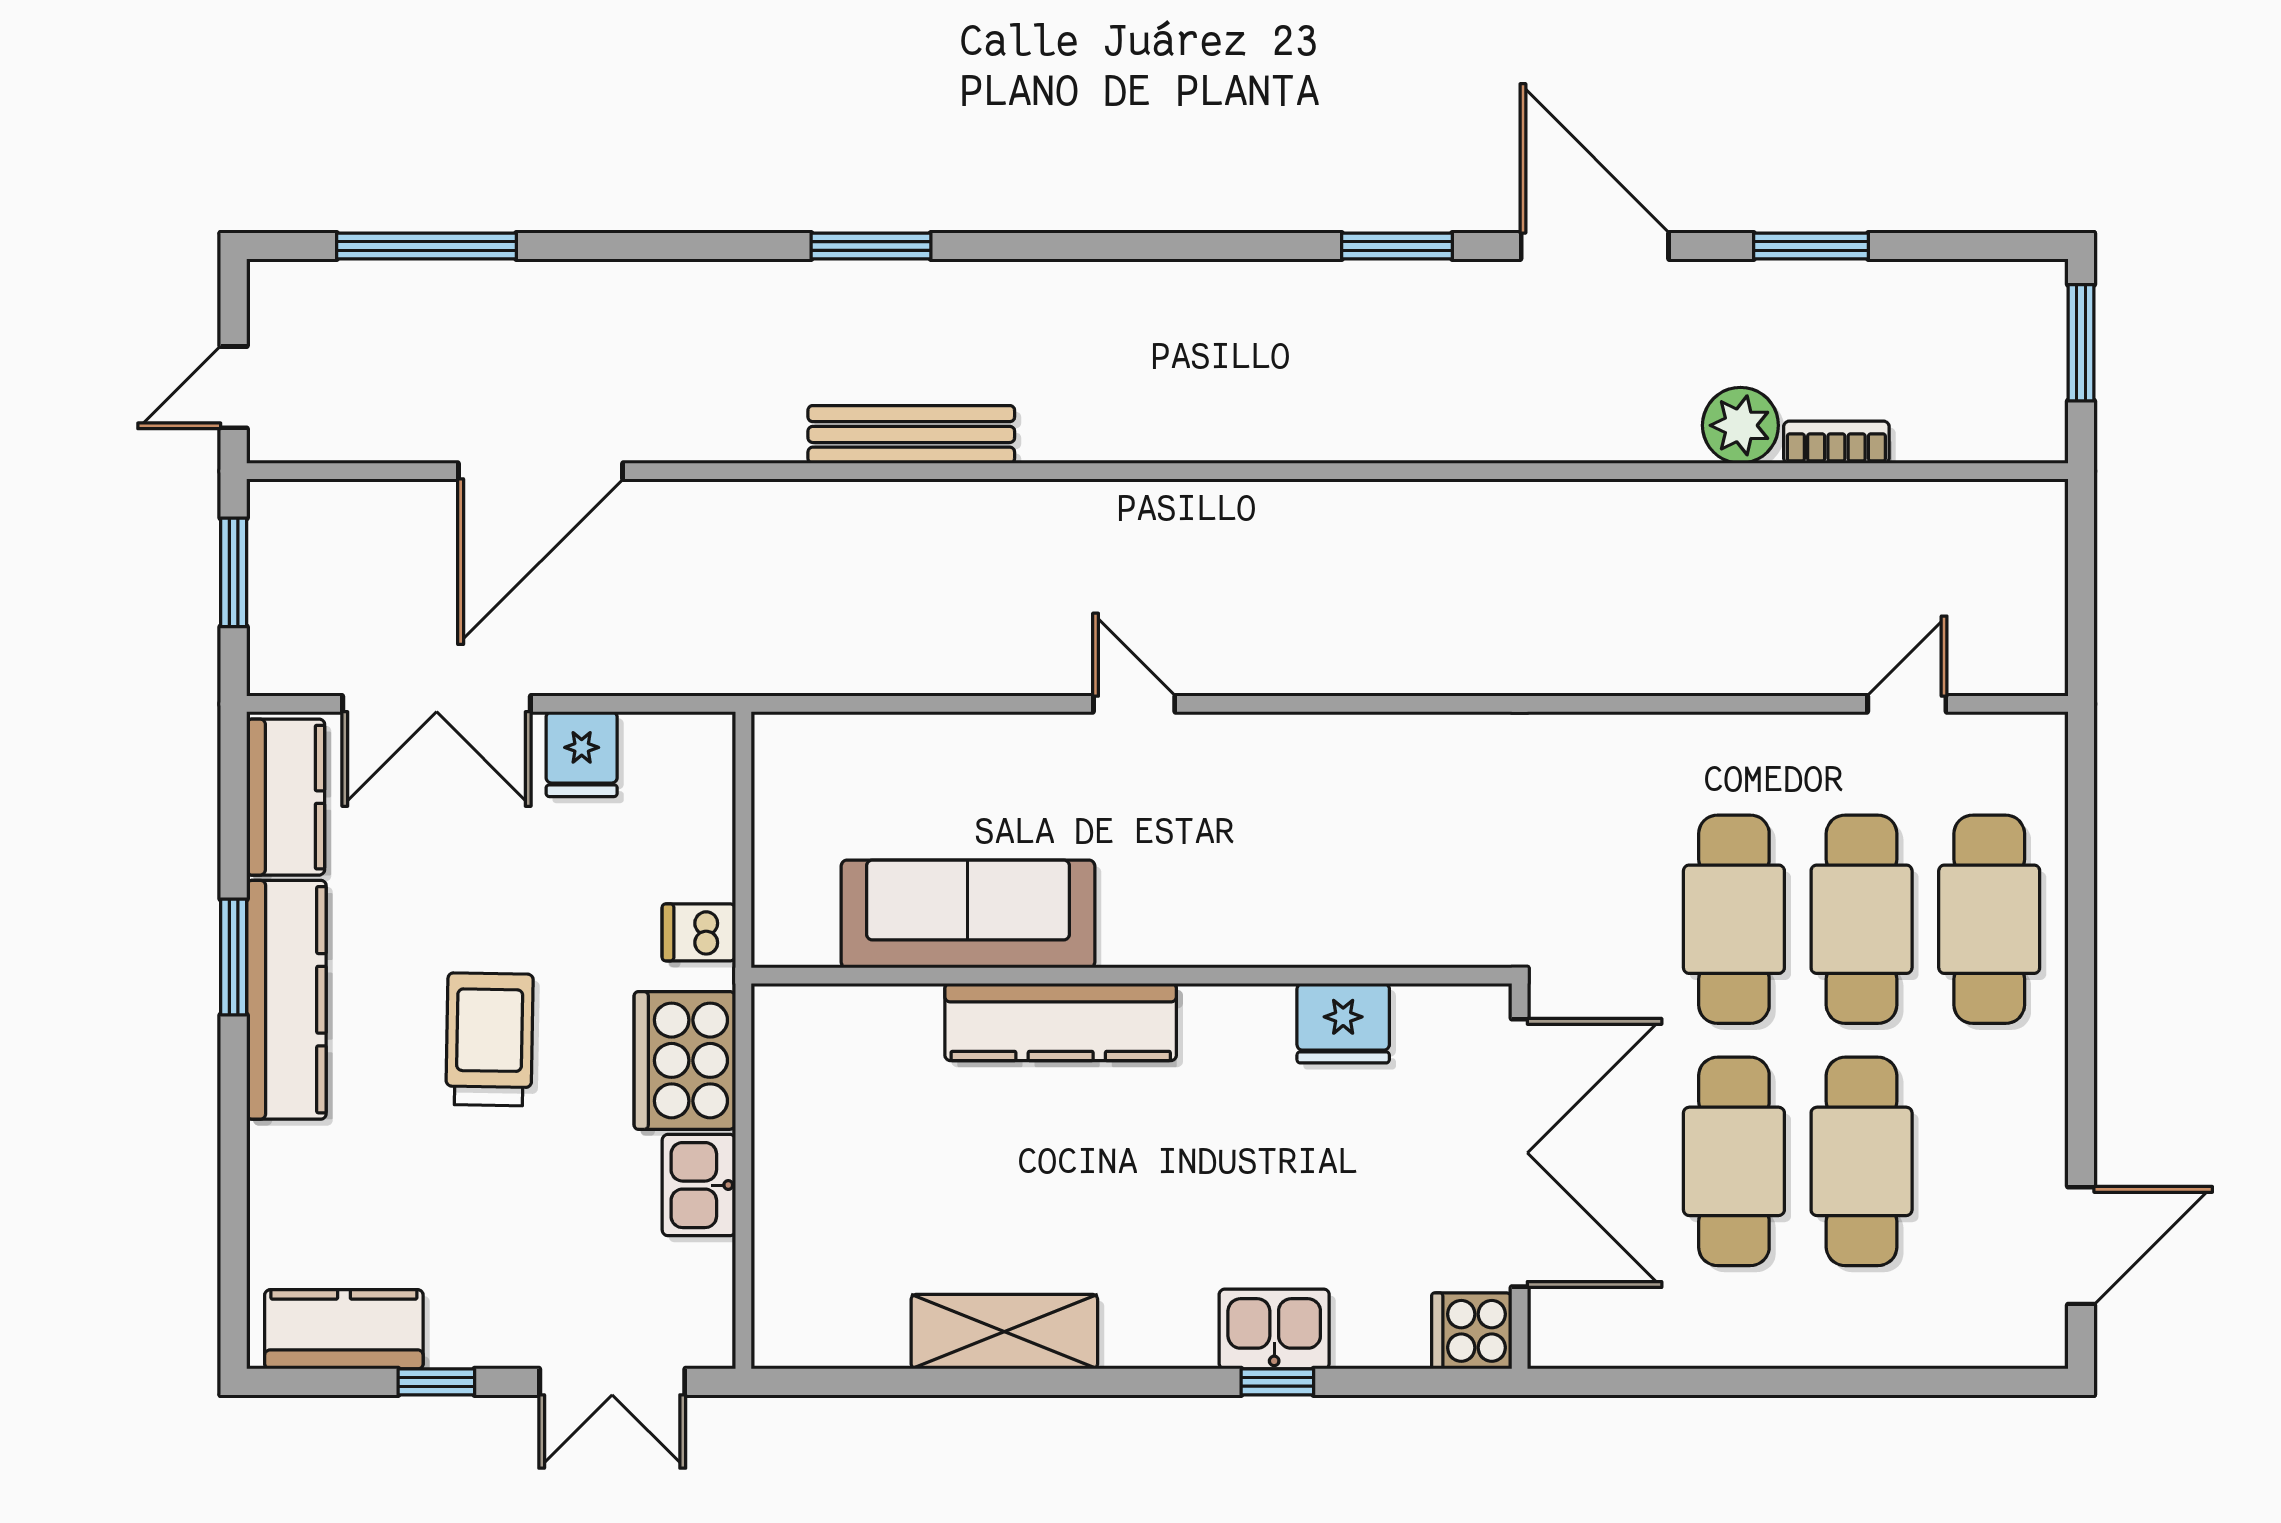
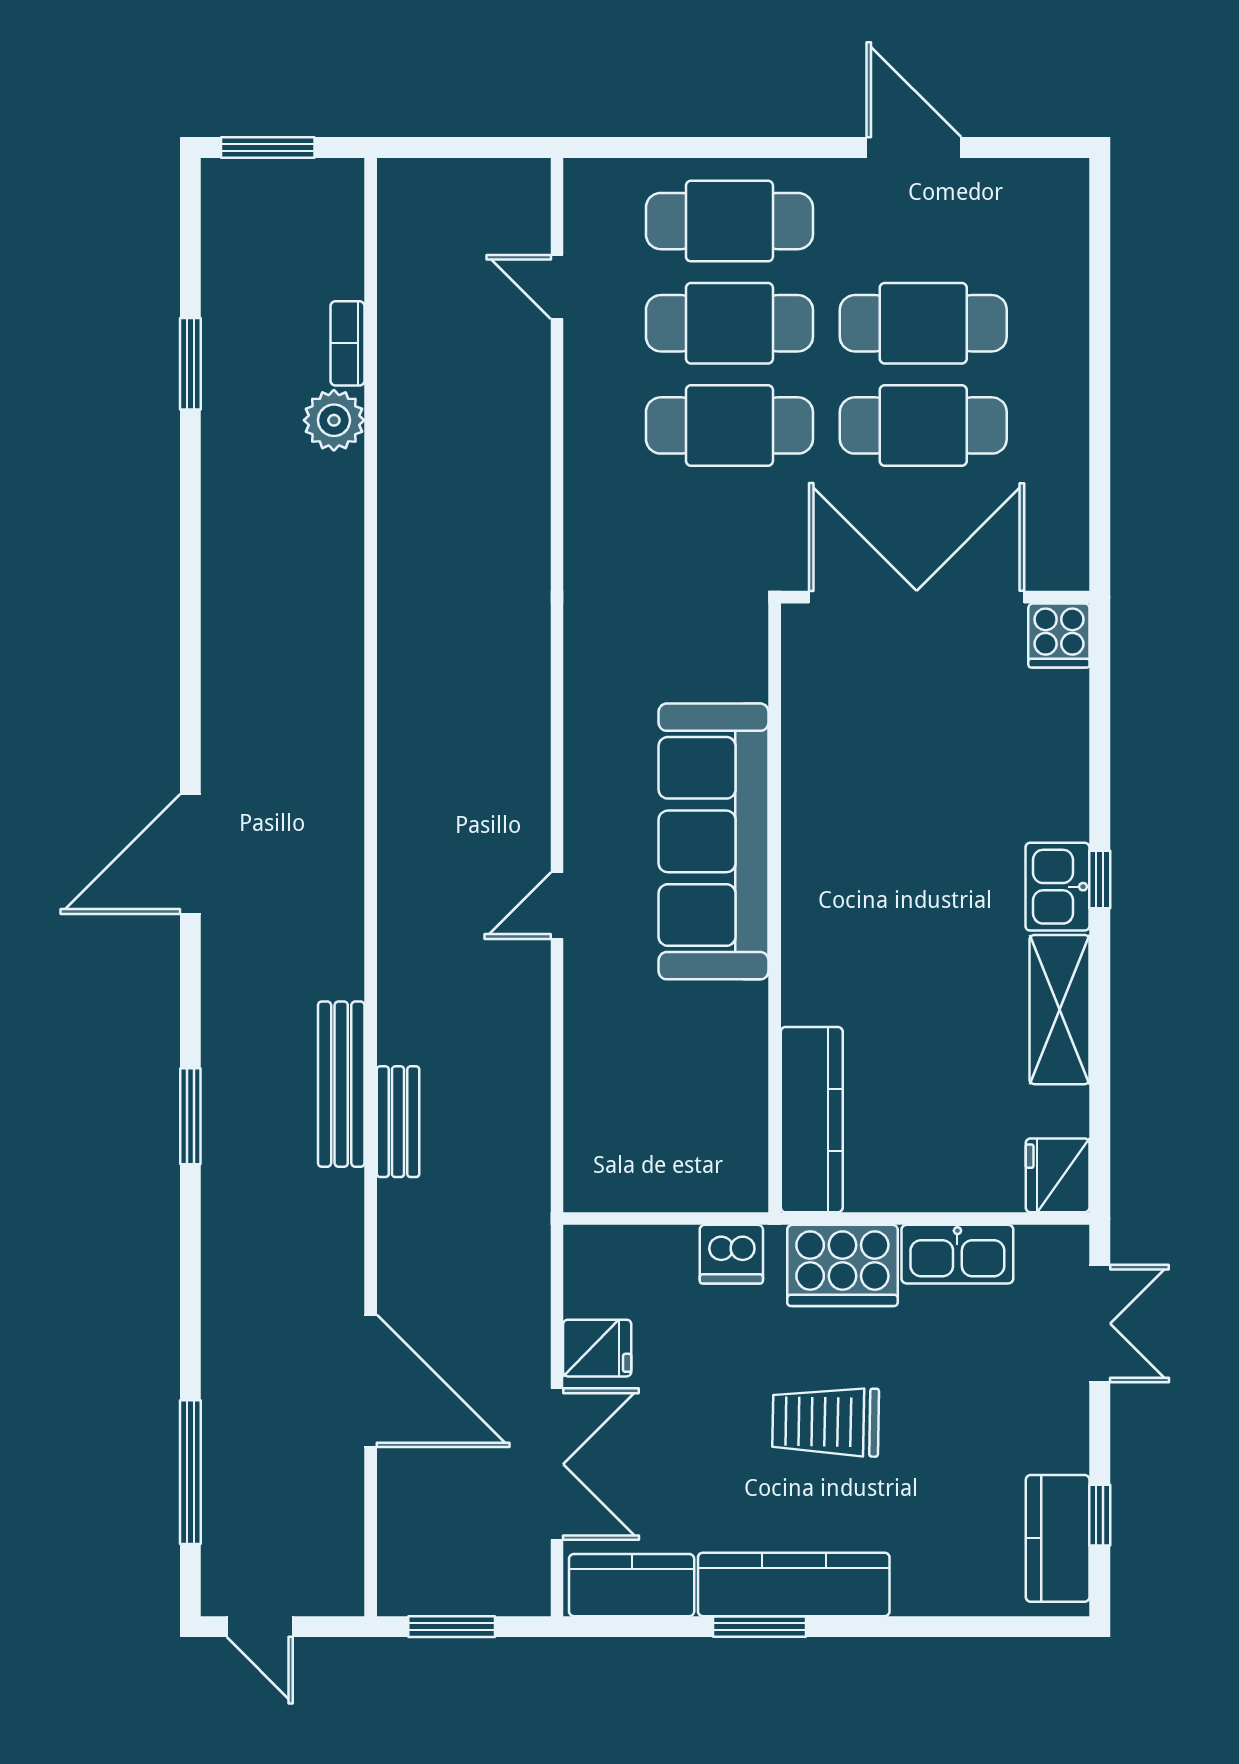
window: (1397, 246) -> (190, 695), removed
door: (1595, 246) -> (190, 854), moved
door: (234, 387) -> (260, 1627), moved
bench: (864, 505) -> (398, 1122), added
sofa: (968, 914) -> (714, 841), moved, width x1.36, depth x1.27
dishwasher: (699, 932) -> (731, 1254), width x1.38
kitchen counter: (1061, 1022) -> (812, 1120), moved
fridge: (1343, 1023) -> (1058, 1175), moved, turned 180
kitchen sink: (699, 1185) -> (957, 1254), width x1.38
door: (2081, 1246) -> (914, 148), moved
kitchen sink: (1274, 1329) -> (1057, 887), moved
window: (436, 1382) -> (1100, 1515), moved
window: (1277, 1382) -> (1100, 879), moved

